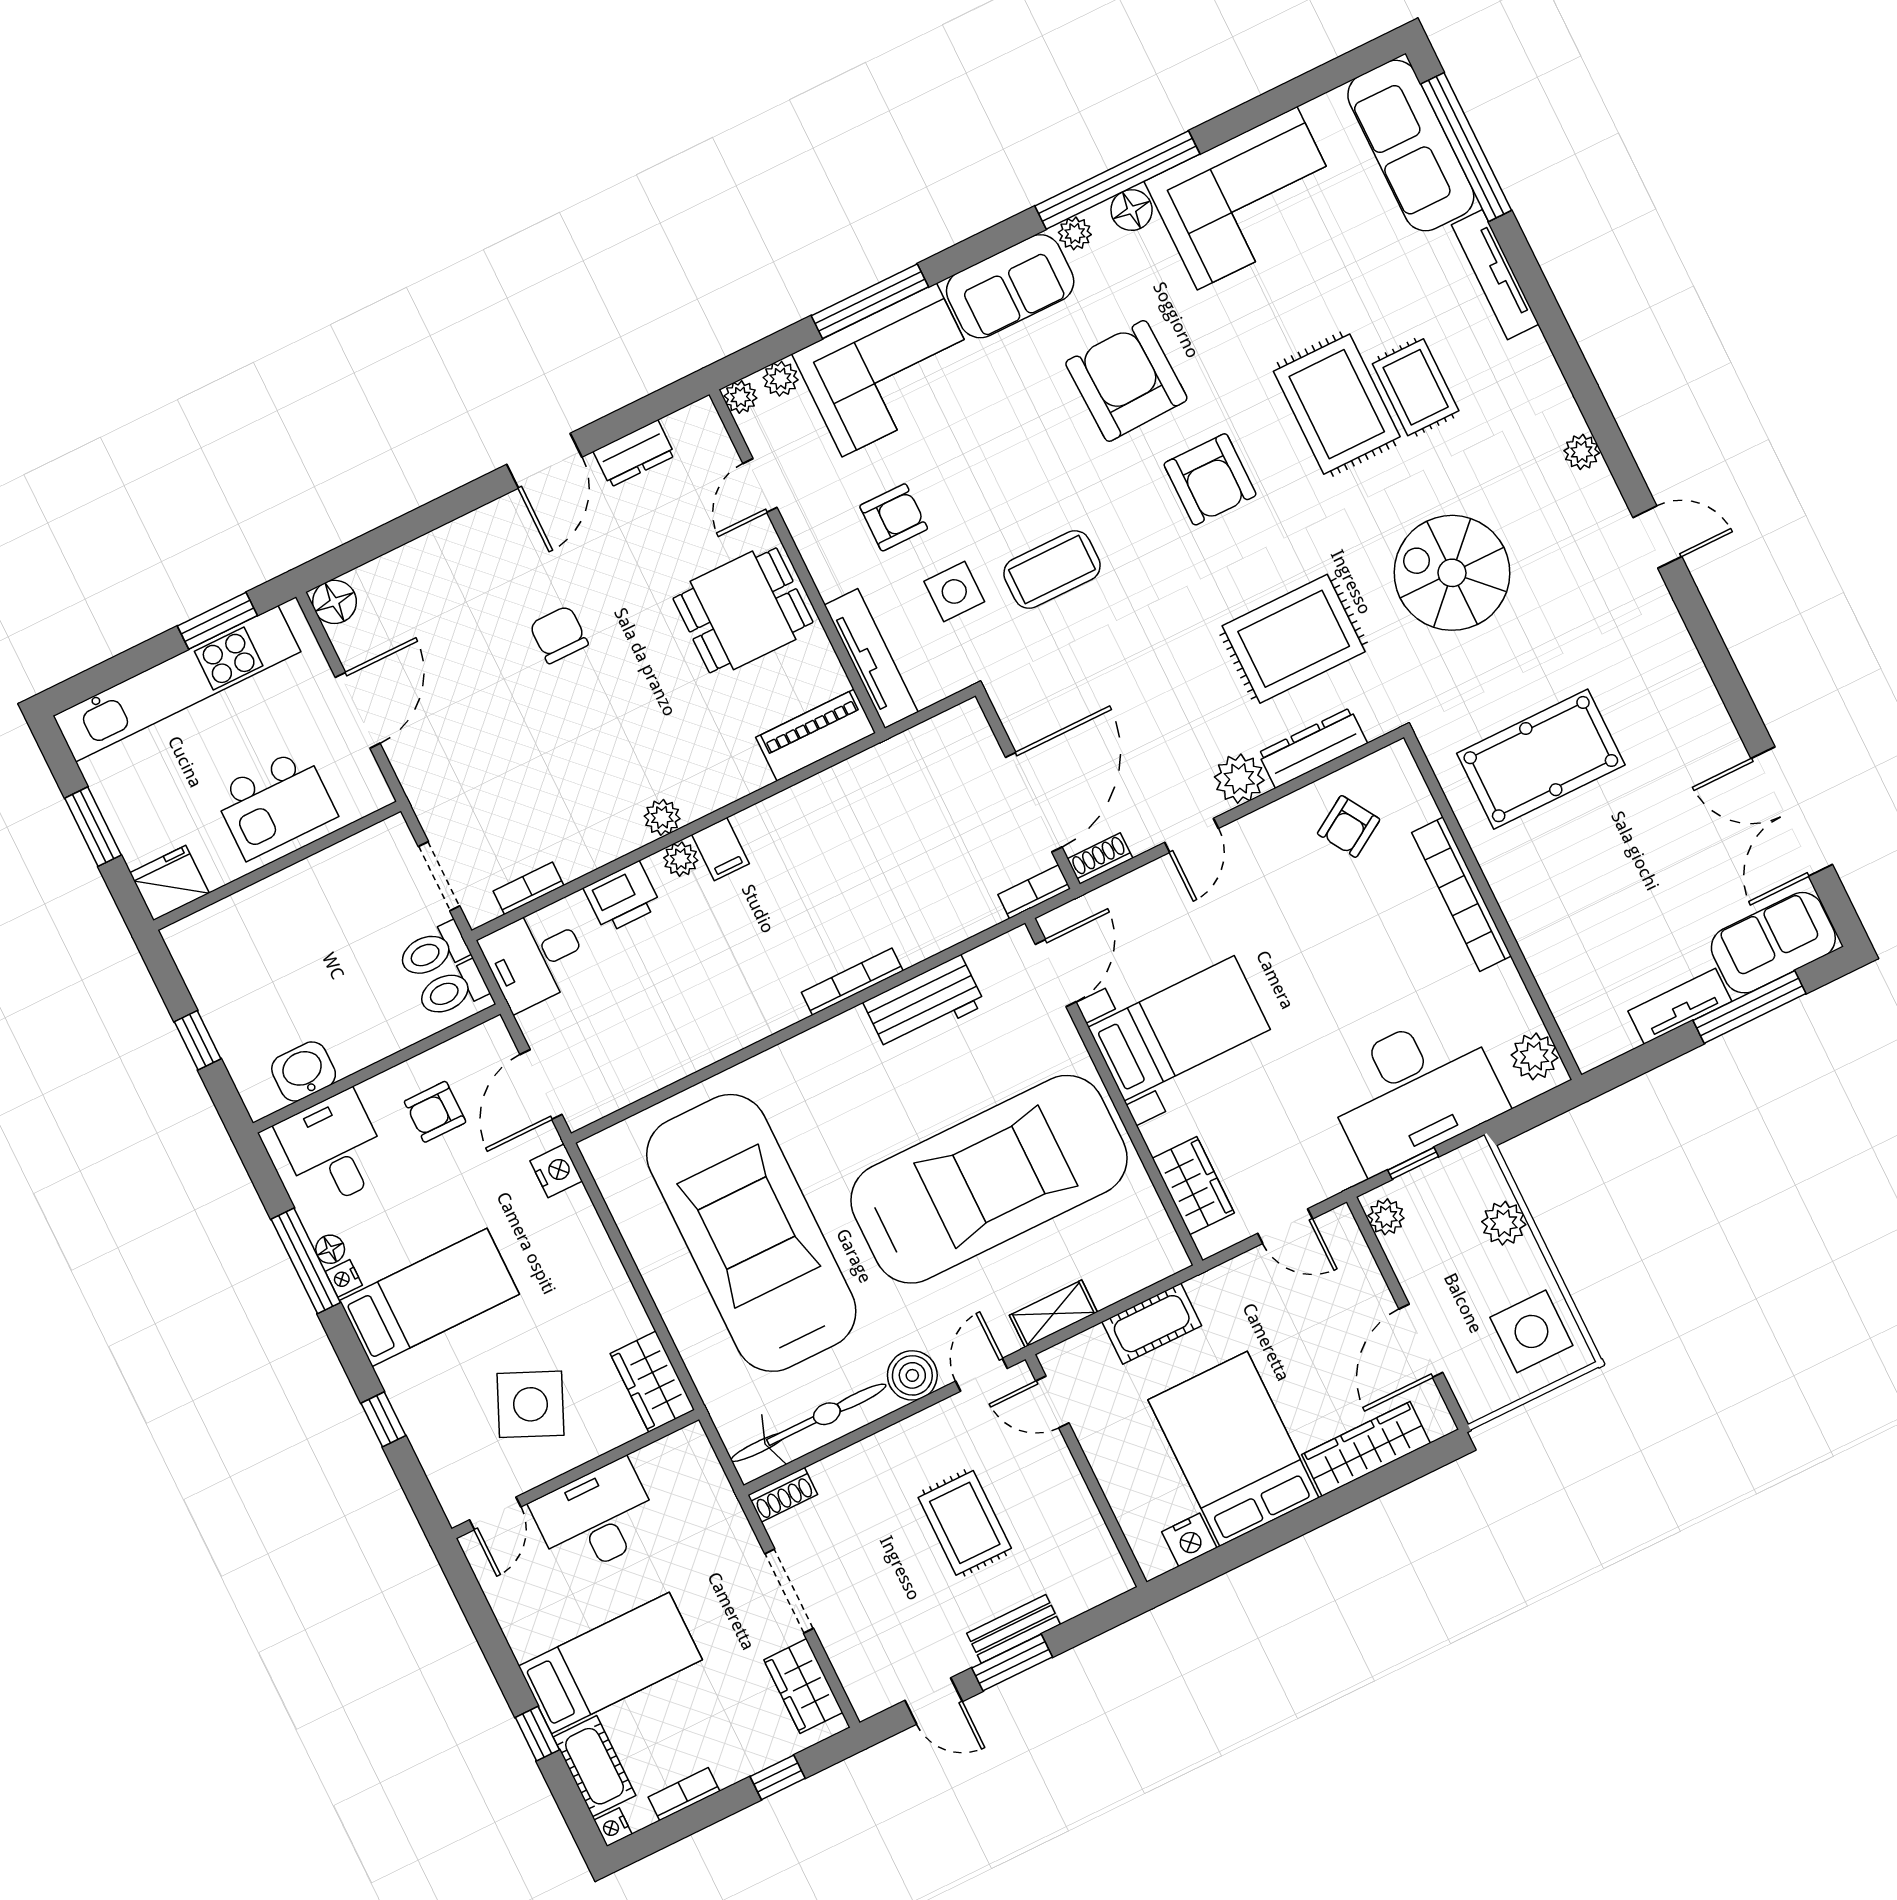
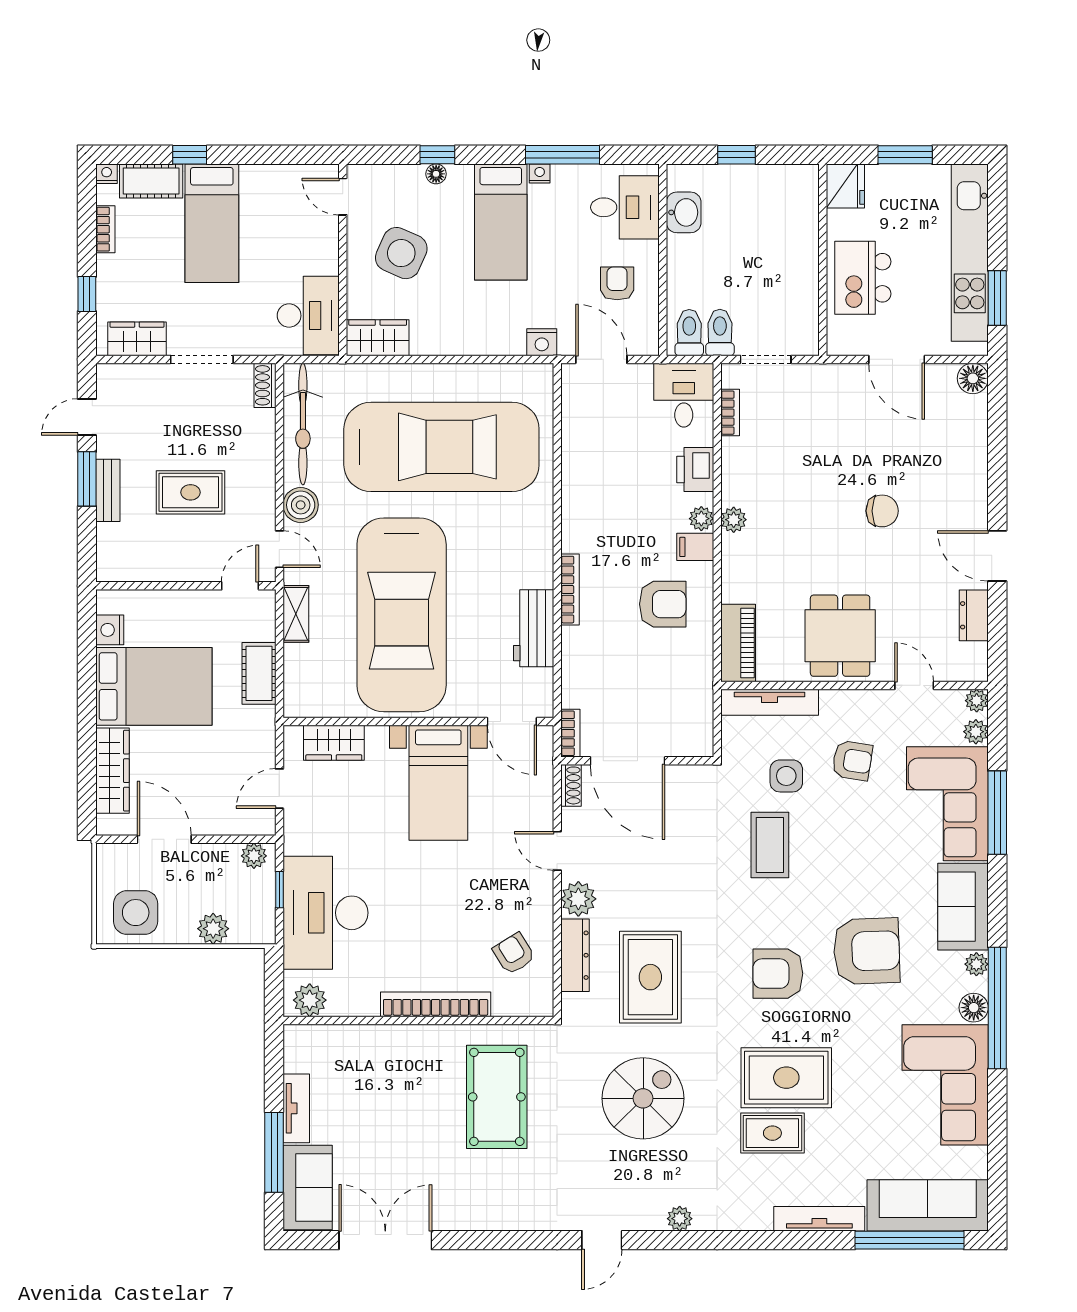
armchair: (894, 517) -> (852, 761), turned -81
armchair: (813, 855) -> (663, 604), added
floor lamp: (330, 1249) -> (436, 174), moved
desk: (596, 1518) -> (308, 316), moved

